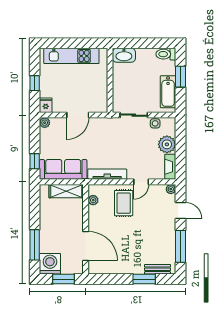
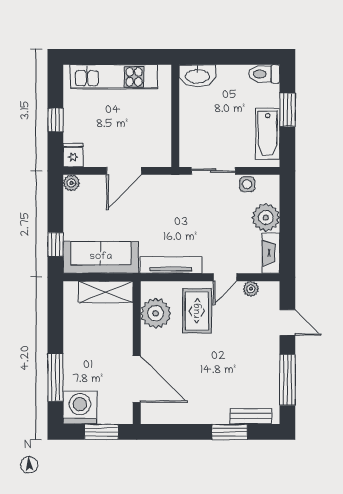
plant: (171, 189) -> (251, 289), moved
plant: (93, 200) -> (156, 313), width x1.88, depth x1.88

